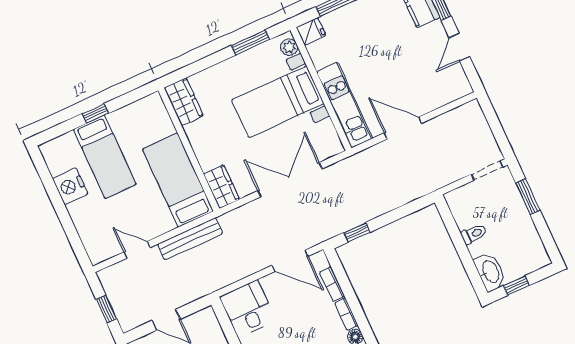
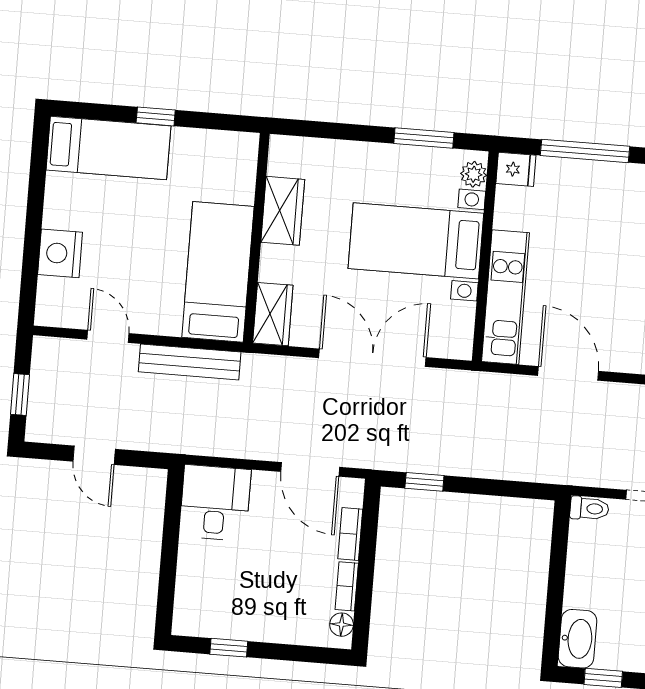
wardrobe: (184, 102) -> (283, 211), moved
bed: (105, 157) -> (108, 148), moved, turned -90
nightstand: (70, 186) -> (60, 253), moved
toilet: (474, 234) -> (589, 508), moved

